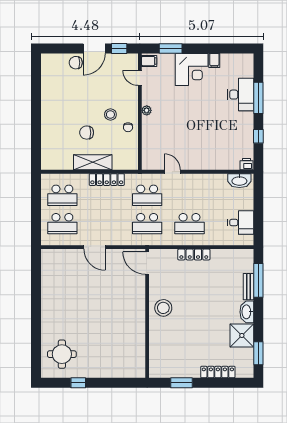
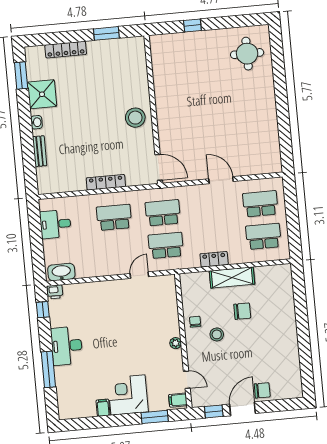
desk: (241, 95) -> (67, 346), moved
window: (258, 136) -> (43, 310), moved
door: (172, 172) -> (139, 275), swing flipped
locker: (107, 180) -> (214, 259), width x0.66
window: (258, 280) -> (29, 159), removed
washbasin: (247, 312) -> (36, 122), width x0.52, depth x0.69
window: (78, 383) -> (192, 25), moved

